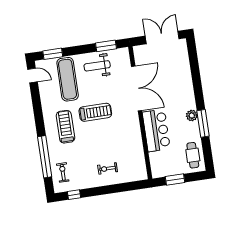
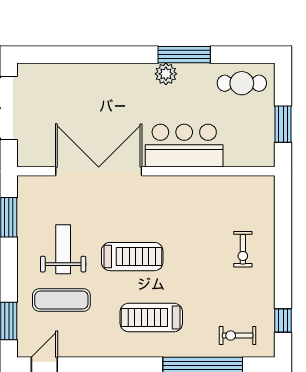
weight bench: (97, 66) -> (63, 249), moved, turned 180
exercise mat: (68, 79) -> (61, 300), width x0.73, depth x0.69
treadmill: (95, 112) -> (132, 257), turned 90

